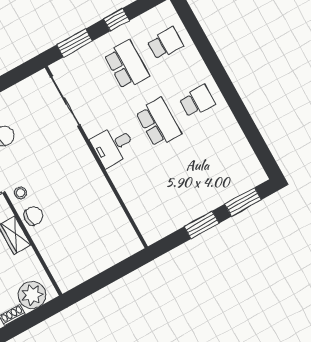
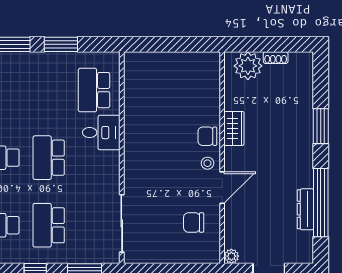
desk: (113, 146) -> (101, 133), moved
school desk: (152, 202) -> (94, 90), added

